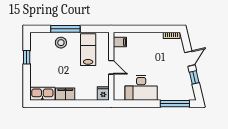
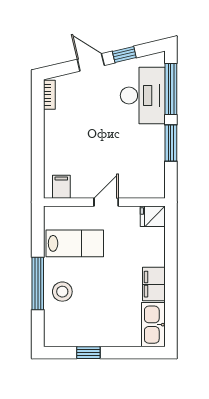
lab bench: (88, 50) -> (75, 243), turned 180
desk: (141, 88) -> (143, 95), moved
window: (144, 104) -> (171, 143), added

